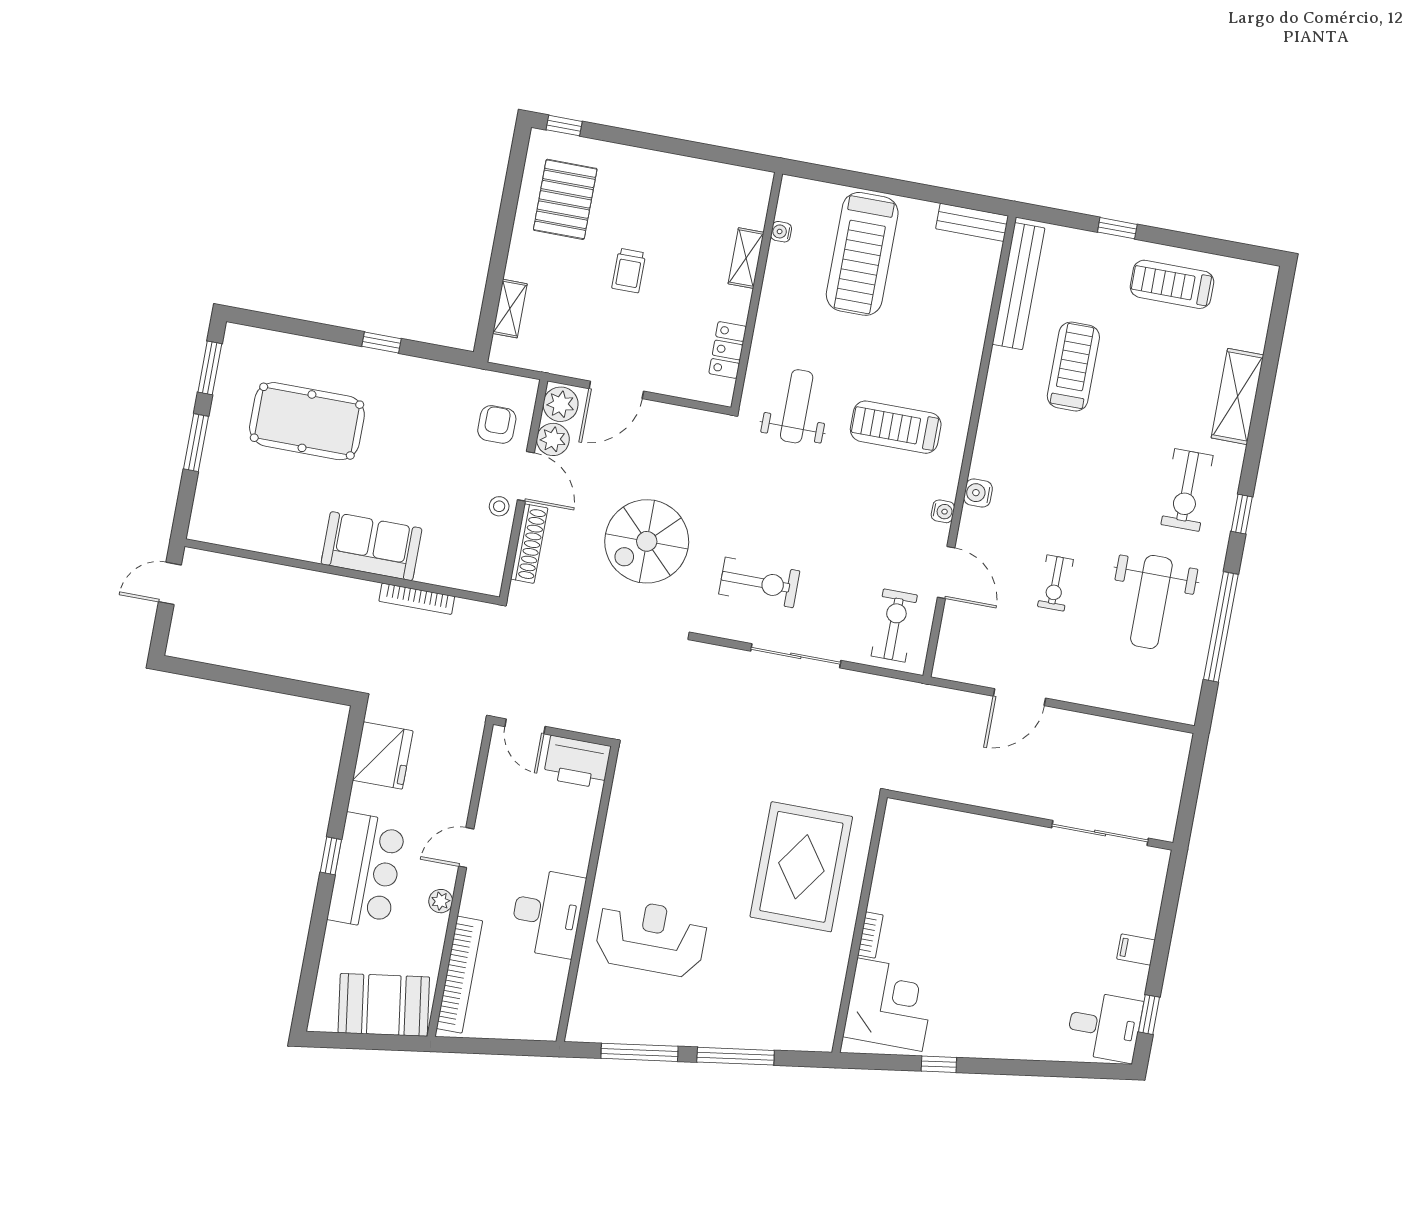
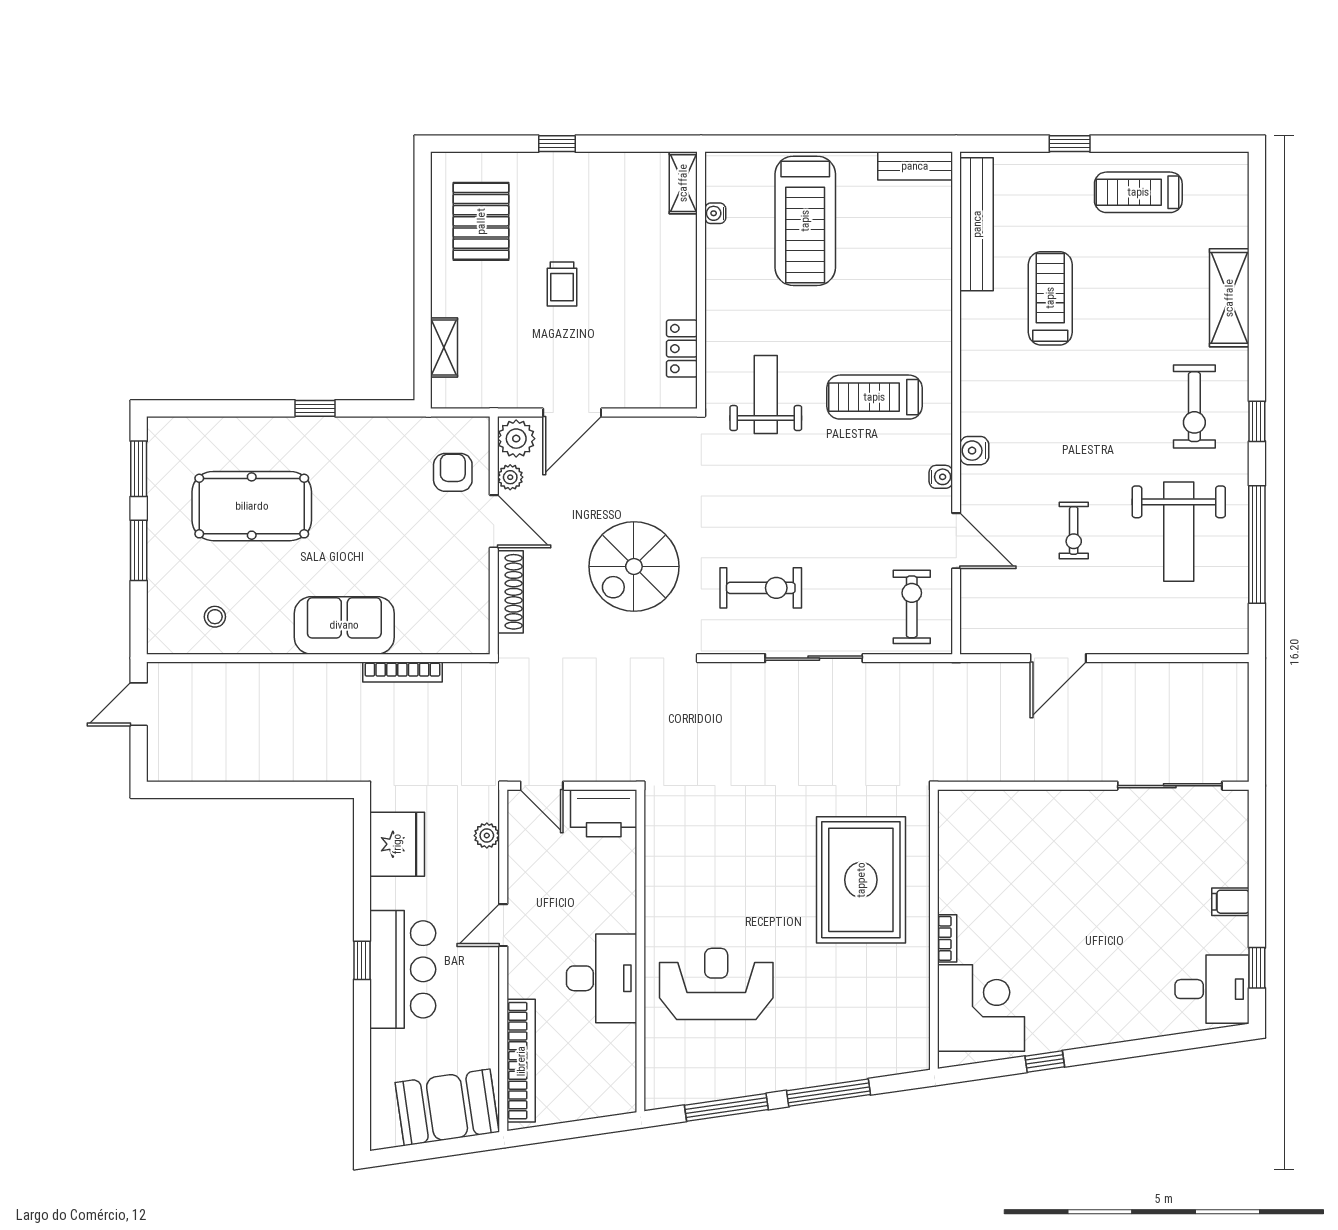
window: (564, 126) -> (557, 144), moved
shelving: (746, 258) -> (683, 183), moved
plant: (553, 439) -> (510, 477), width x0.73, depth x0.73
stool: (499, 506) -> (215, 617), moved
plant: (441, 901) -> (487, 836), moved

